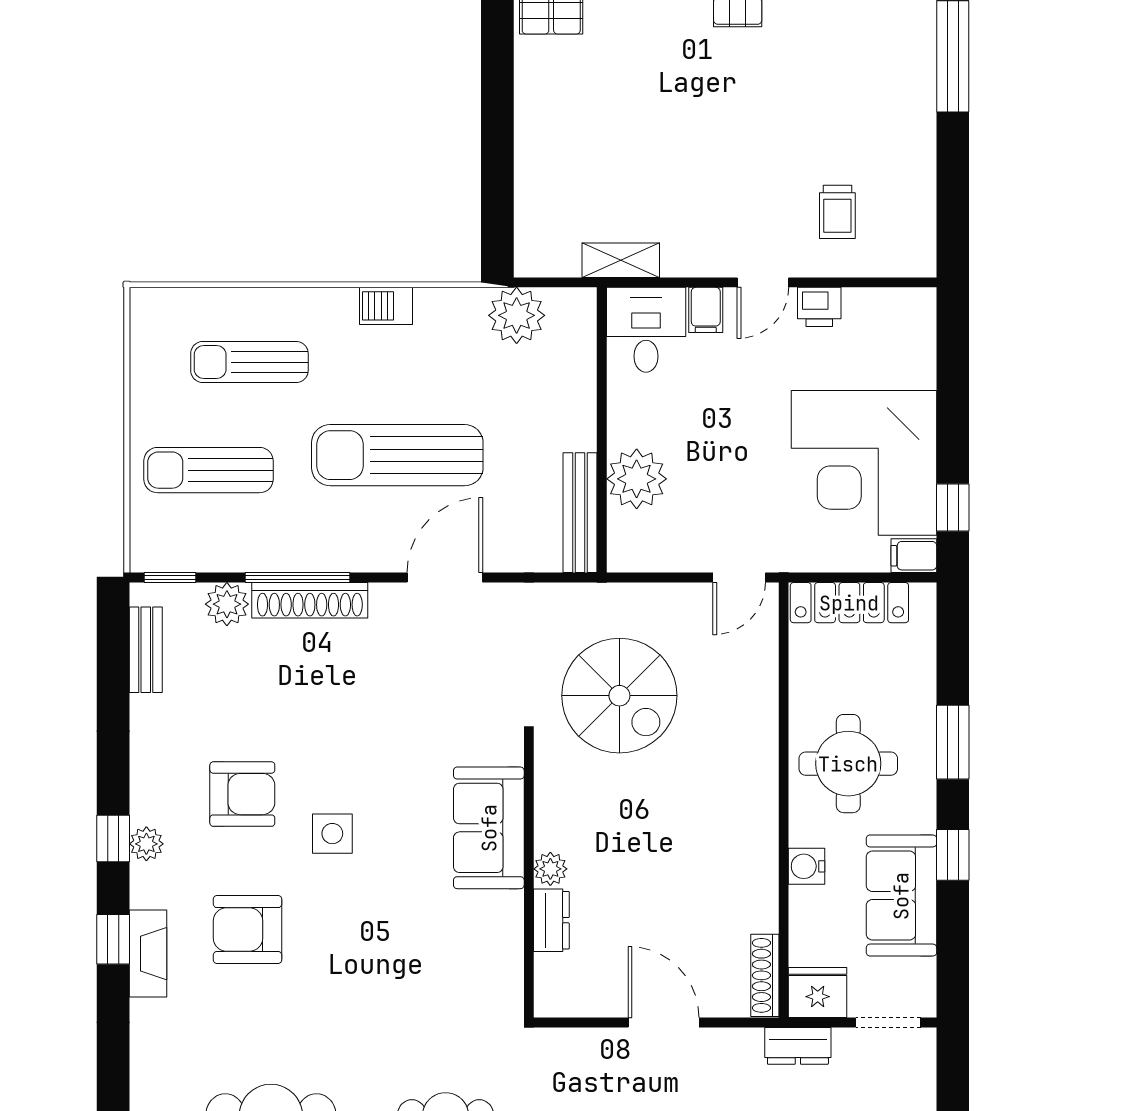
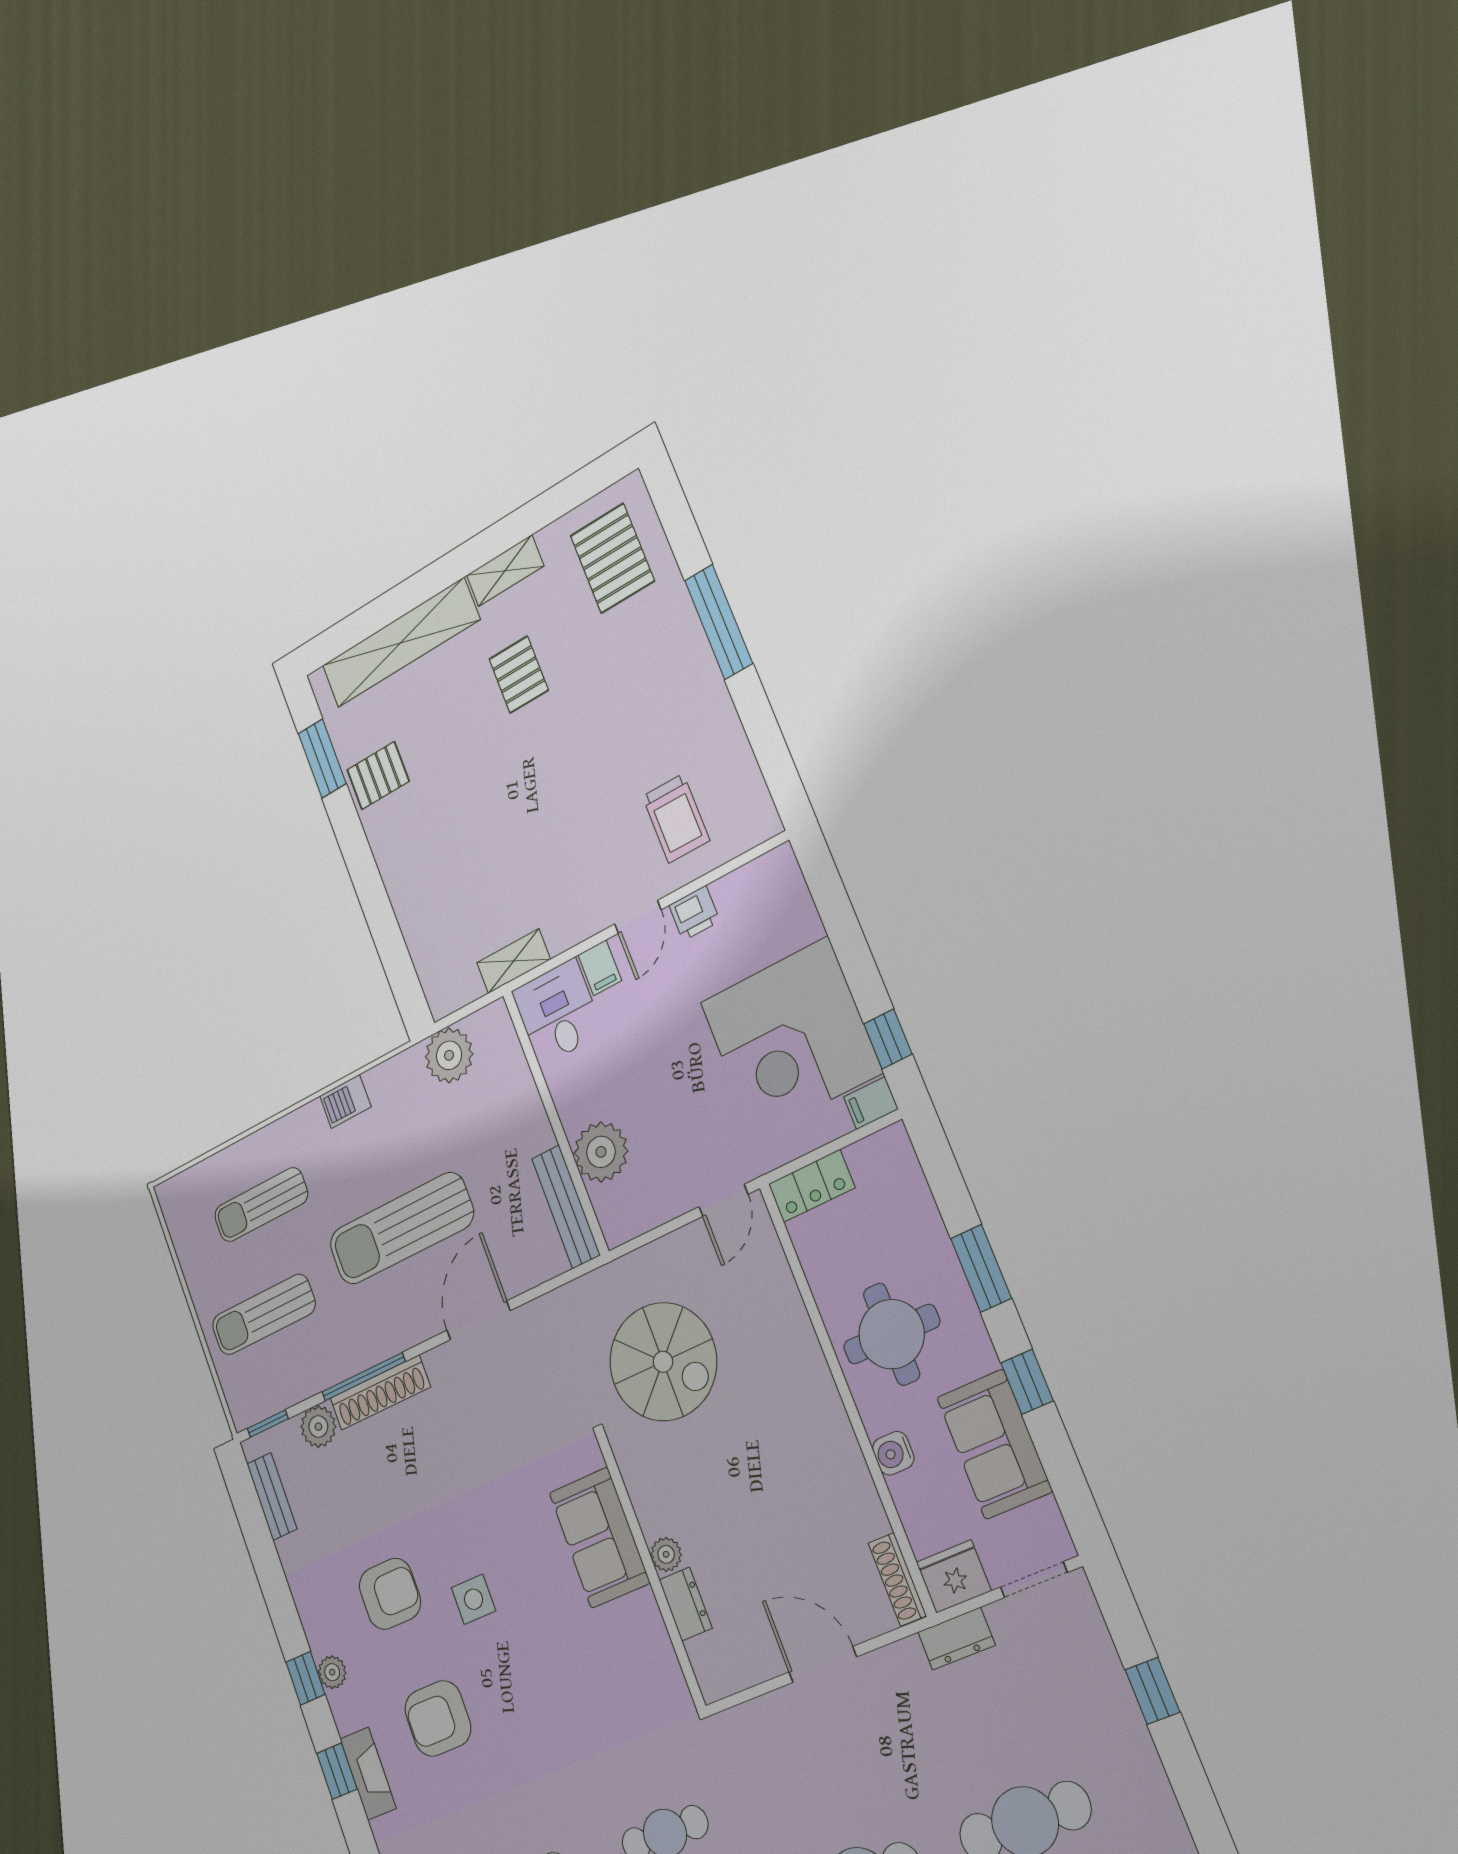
trolley: (837, 212) -> (676, 818), width x1.36, depth x1.39
locker: (849, 603) -> (812, 1186), width x0.66

